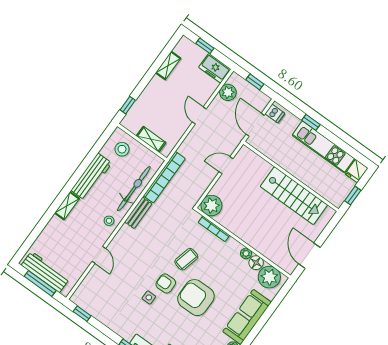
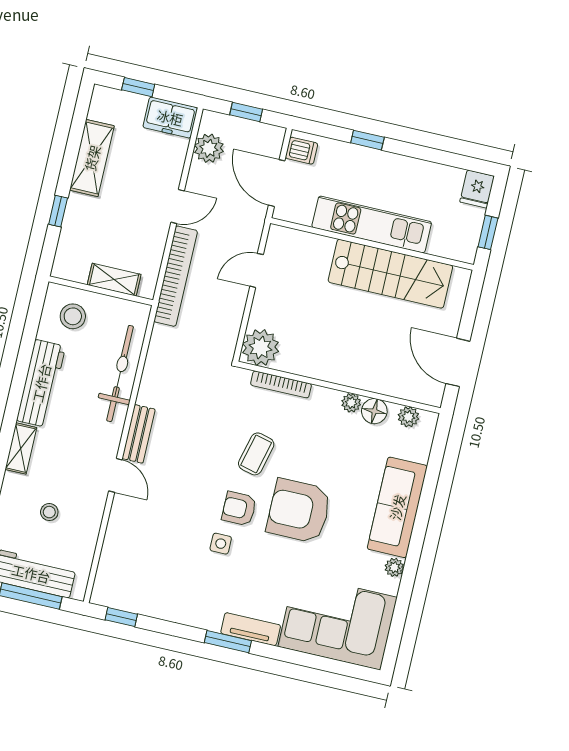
shelving: (168, 65) -> (92, 158), width x1.50, depth x1.33
window: (128, 105) -> (58, 211), moved
door: (199, 115) -> (178, 207), swing flipped
kitchen unit: (323, 147) -> (372, 225), moved, turned 180
bookcase: (164, 177) -> (176, 276), moved
bench: (138, 213) -> (139, 434), moved
stool: (109, 221) -> (49, 512), moved
door: (99, 255) -> (115, 475), moved
plant: (269, 277) -> (408, 417), width x0.53, depth x0.53

